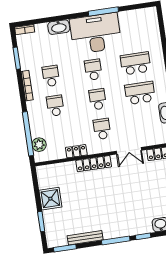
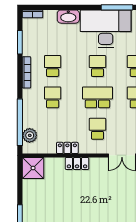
school desk: (98, 99) -> (97, 97), width x1.85
locker: (94, 164) -> (77, 164), width x0.66
shower: (50, 199) -> (33, 168), moved

